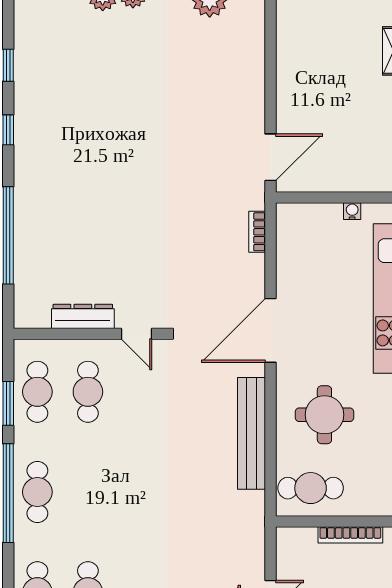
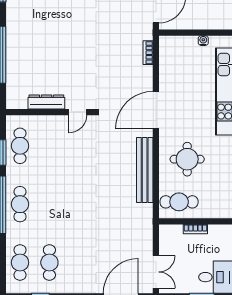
door: (137, 334) -> (78, 112), hinge flipped
cafe table: (88, 392) -> (49, 146), removed
bookcase: (350, 535) -> (195, 229), width x0.64

